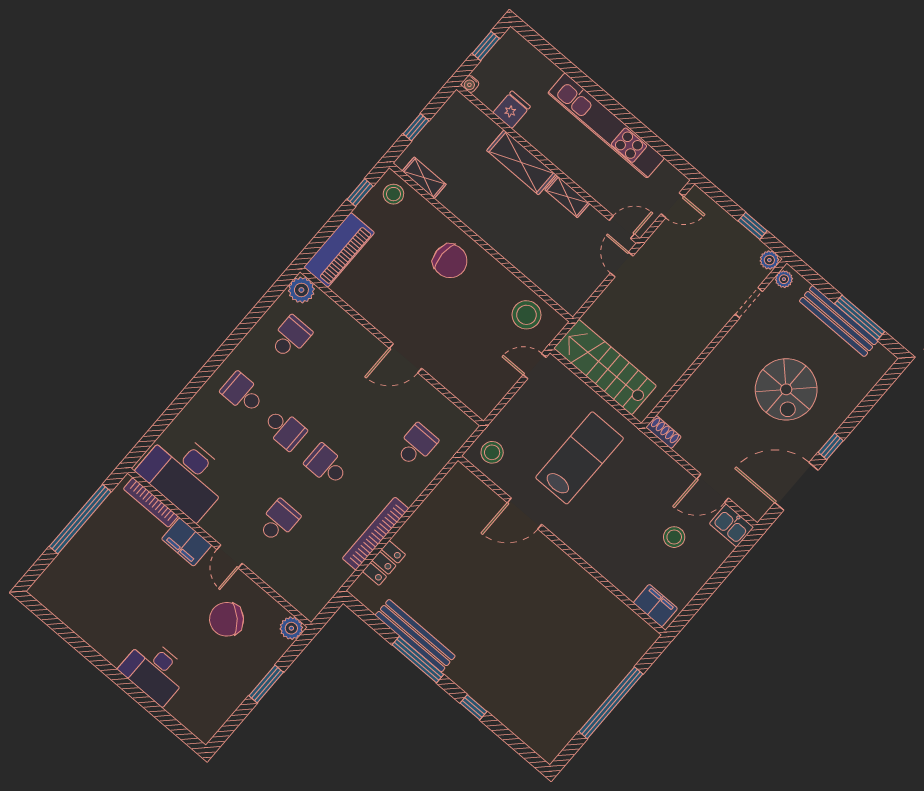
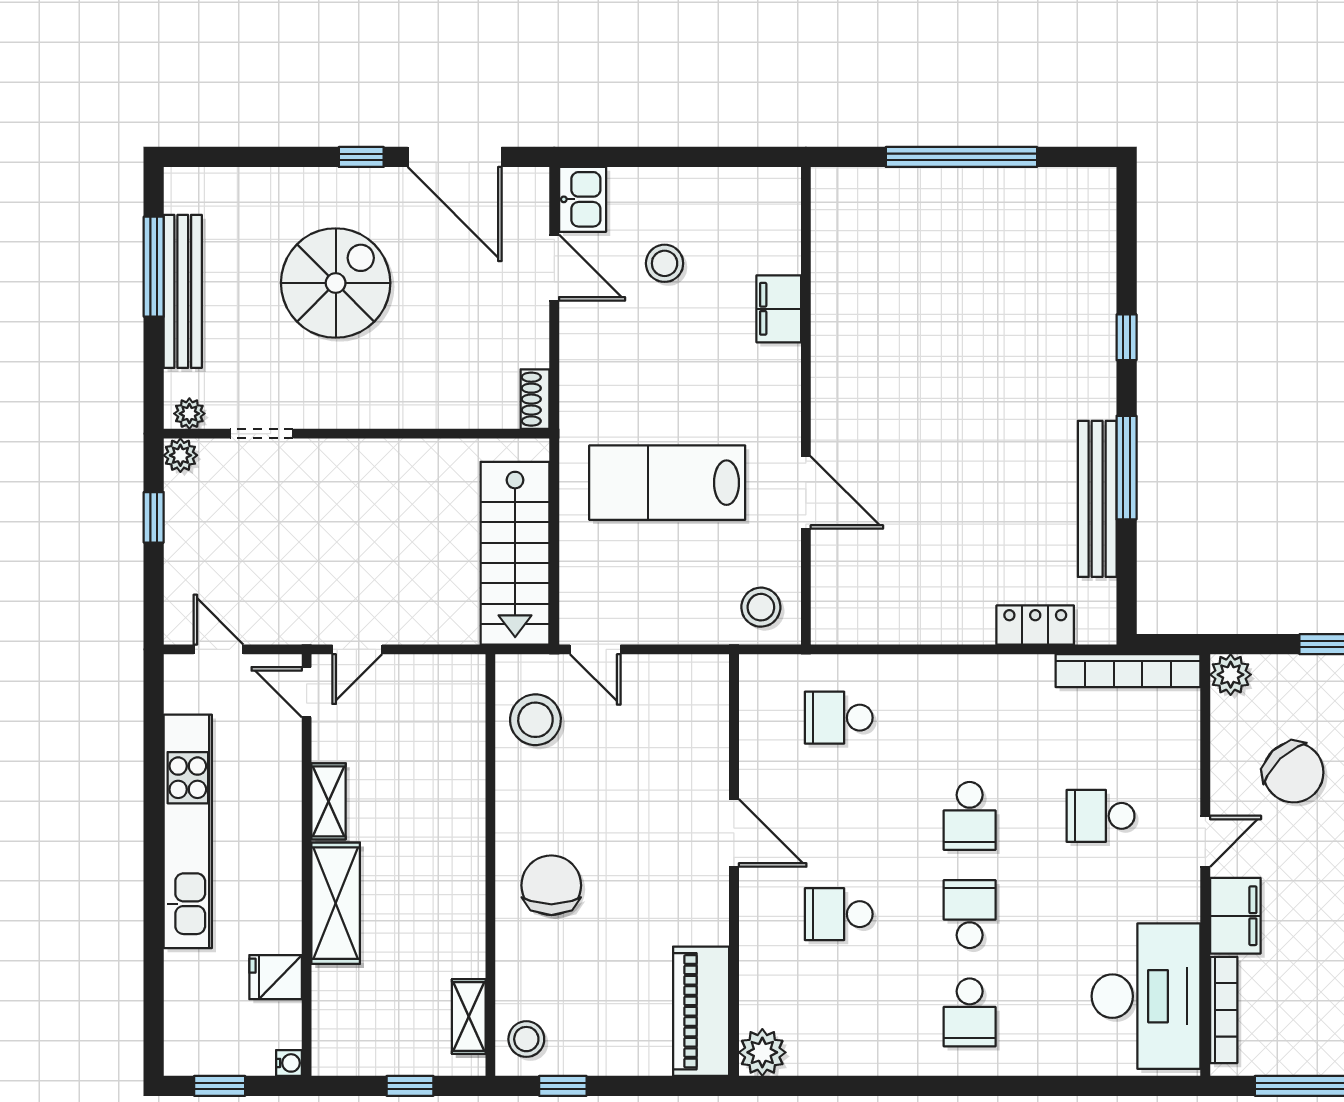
piano: (339, 250) -> (701, 1011), moved, turned -90
school desk: (291, 337) -> (839, 914), moved
bookcase: (375, 534) -> (1128, 671), moved
filing cabinet: (655, 606) -> (779, 309), moved

